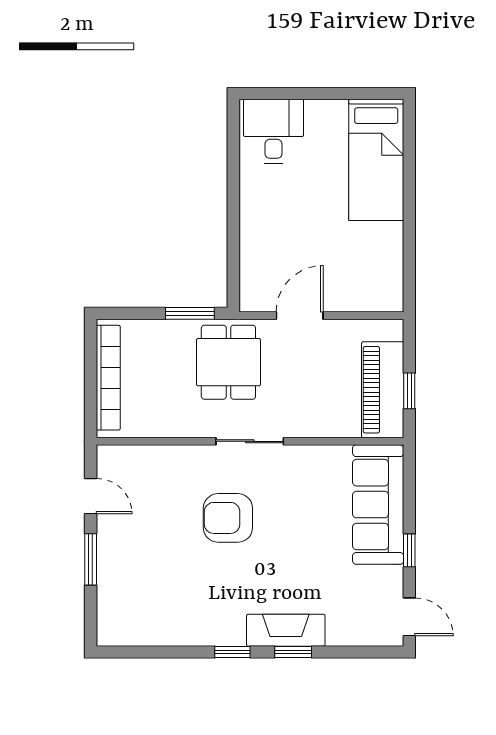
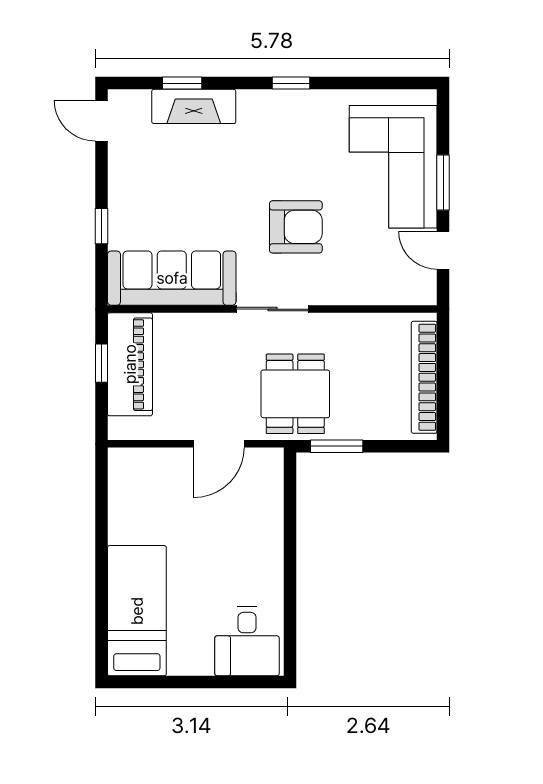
sofa: (378, 505) -> (172, 278), moved, turned -90
window: (409, 550) -> (101, 226), moved
corner sofa: (137, 574) -> (393, 167), added
fireplace: (286, 630) -> (194, 106), moved
window: (293, 652) -> (182, 83), moved

